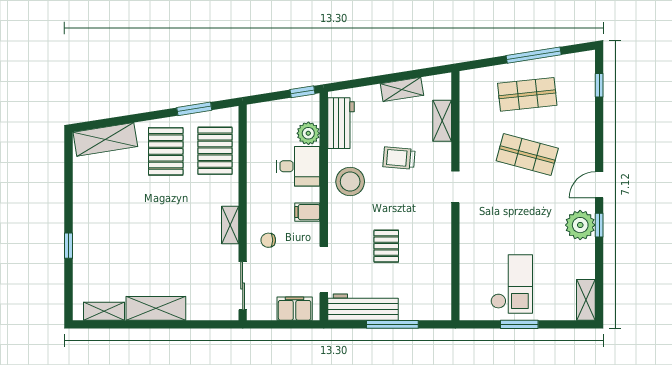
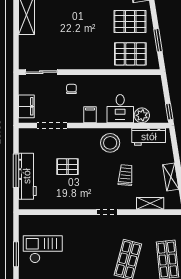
shelving: (230, 225) -> (81, 64), removed
checkout: (512, 284) -> (43, 249), turned 180
workbench: (363, 307) -> (27, 176), moved

